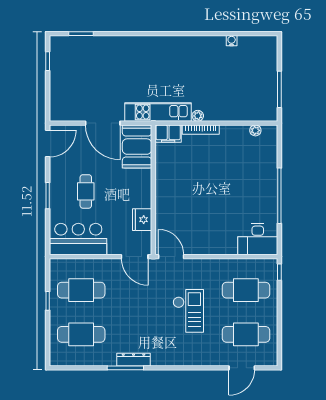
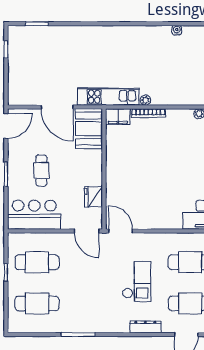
dresser: (133, 360) -> (145, 327), moved

